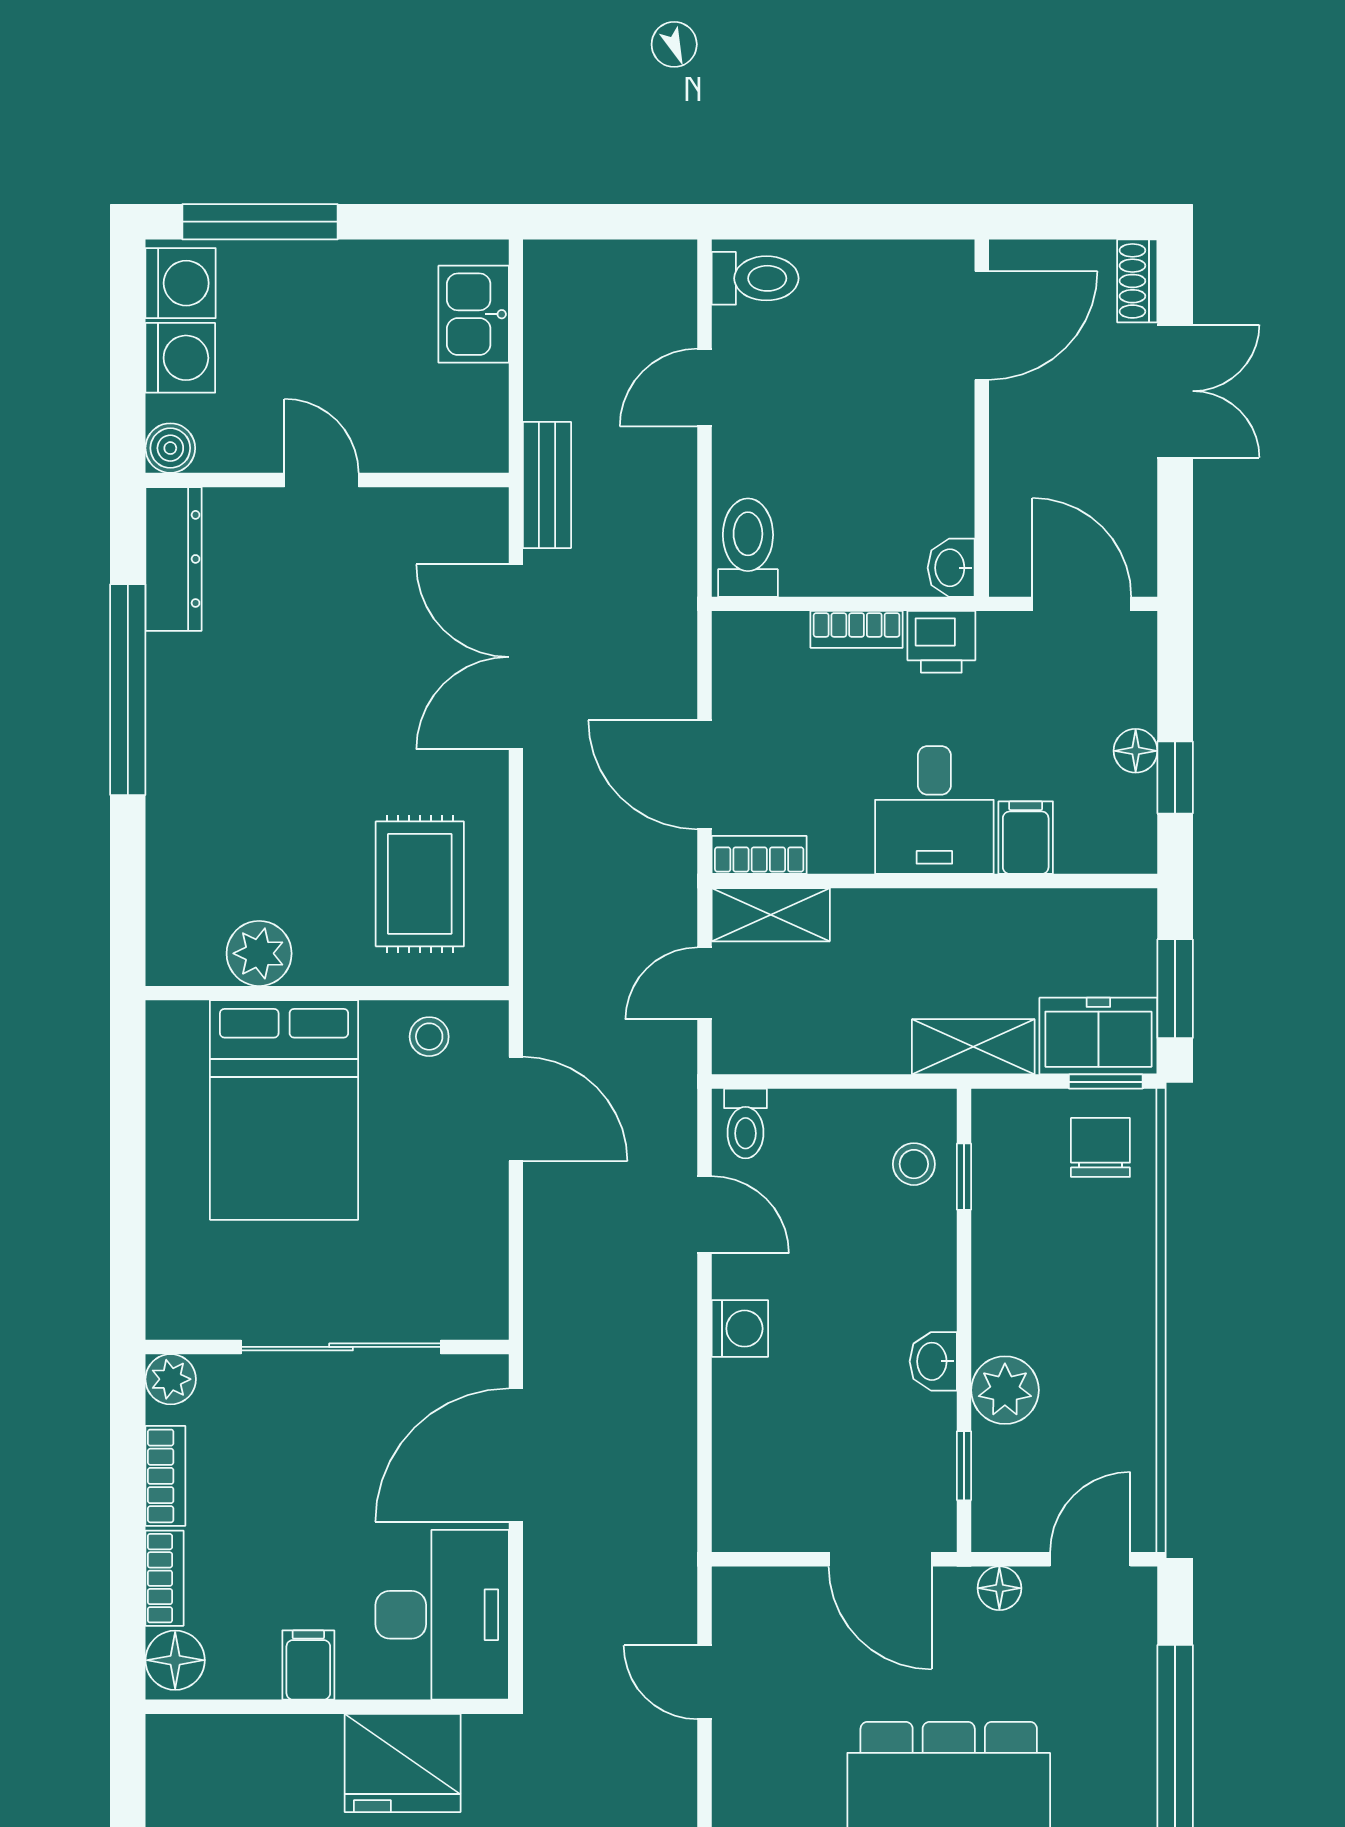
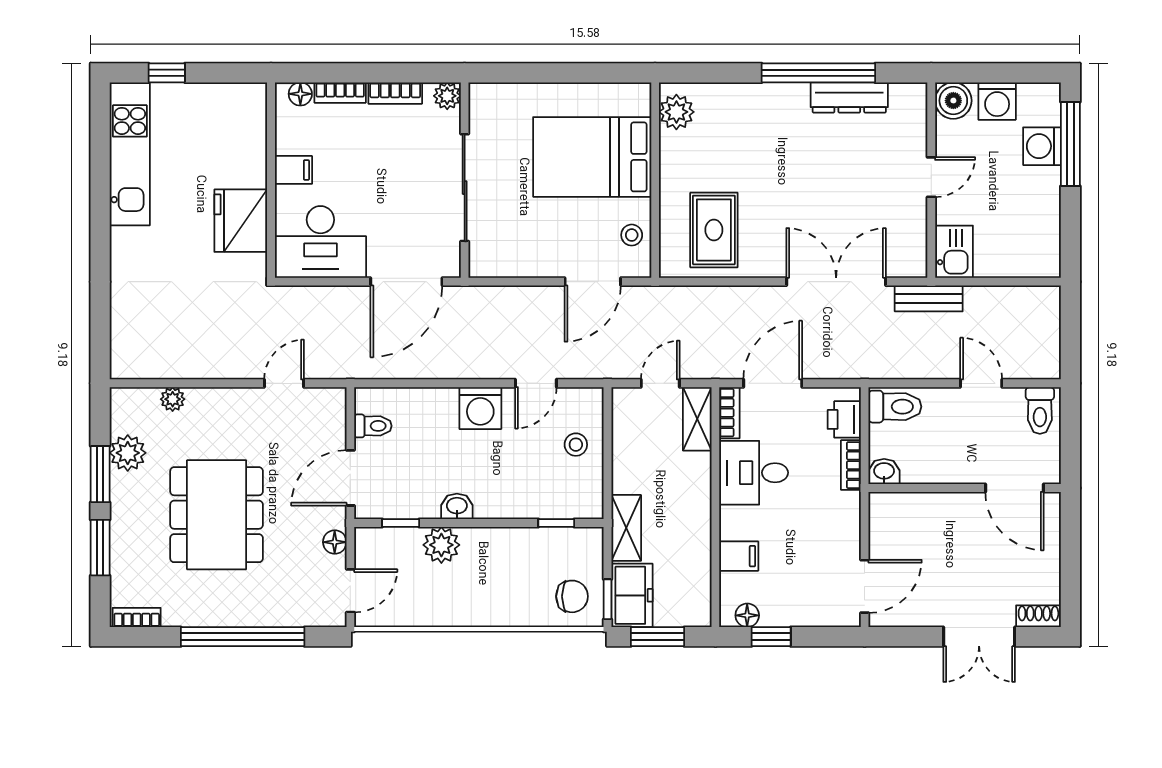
washing machine: (181, 283) -> (1042, 146), moved, turned 90
kitchen sink: (474, 314) -> (954, 252), moved, turned 90
door: (982, 325) -> (1014, 488), moved
wall: (982, 418) -> (965, 488), moved
boiler: (170, 448) -> (953, 101), width x1.36, depth x1.36
dresser: (174, 559) -> (849, 97), moved
washbasin: (951, 568) -> (884, 472), moved
printer: (941, 642) -> (844, 419), moved
floor lamp: (1136, 751) -> (747, 615), moved
desk: (934, 810) -> (754, 473), moved
rug: (420, 884) -> (714, 230), turned 90
plant: (259, 953) -> (676, 112), moved
door: (705, 983) -> (660, 383), hinge flipped
toilet: (746, 1123) -> (373, 426), moved, turned 180
stool: (914, 1164) -> (576, 445), moved
washing machine: (740, 1329) -> (480, 408), width x1.38, depth x1.38
door: (516, 1455) -> (406, 282), swing flipped
door: (1090, 1559) -> (350, 591), hinge flipped
floor lamp: (175, 1660) -> (300, 94), width x0.73, depth x0.73

